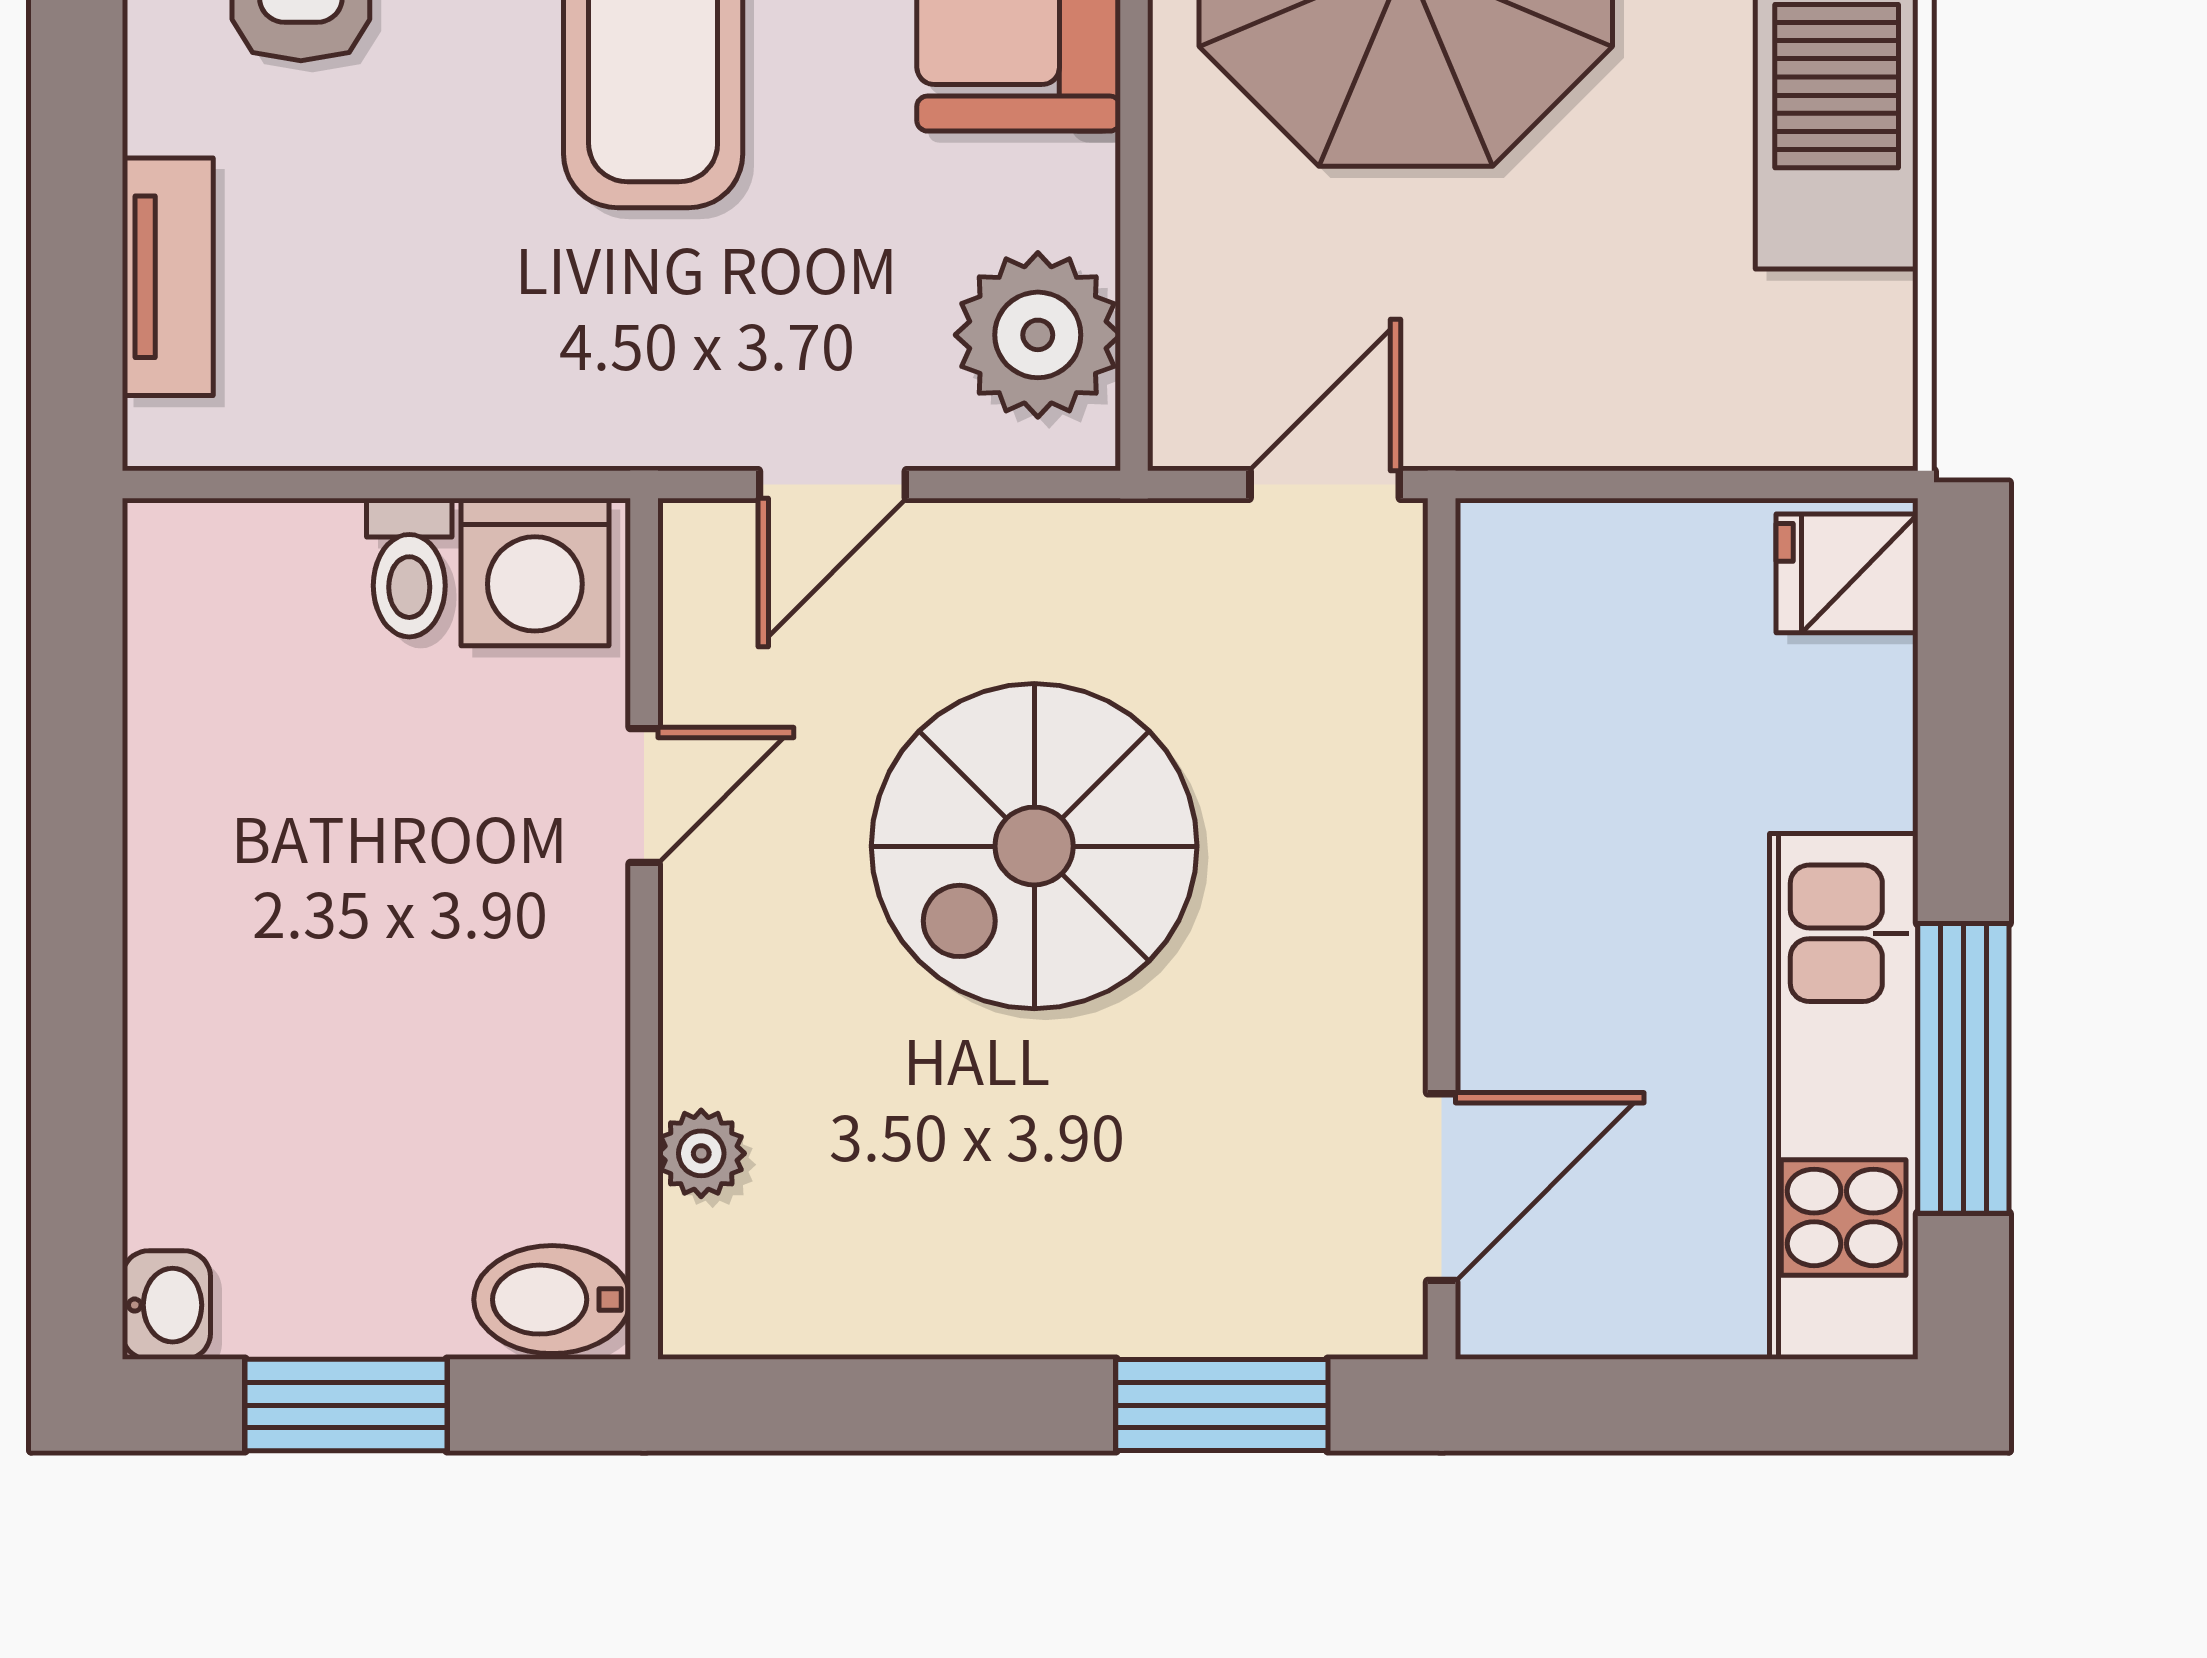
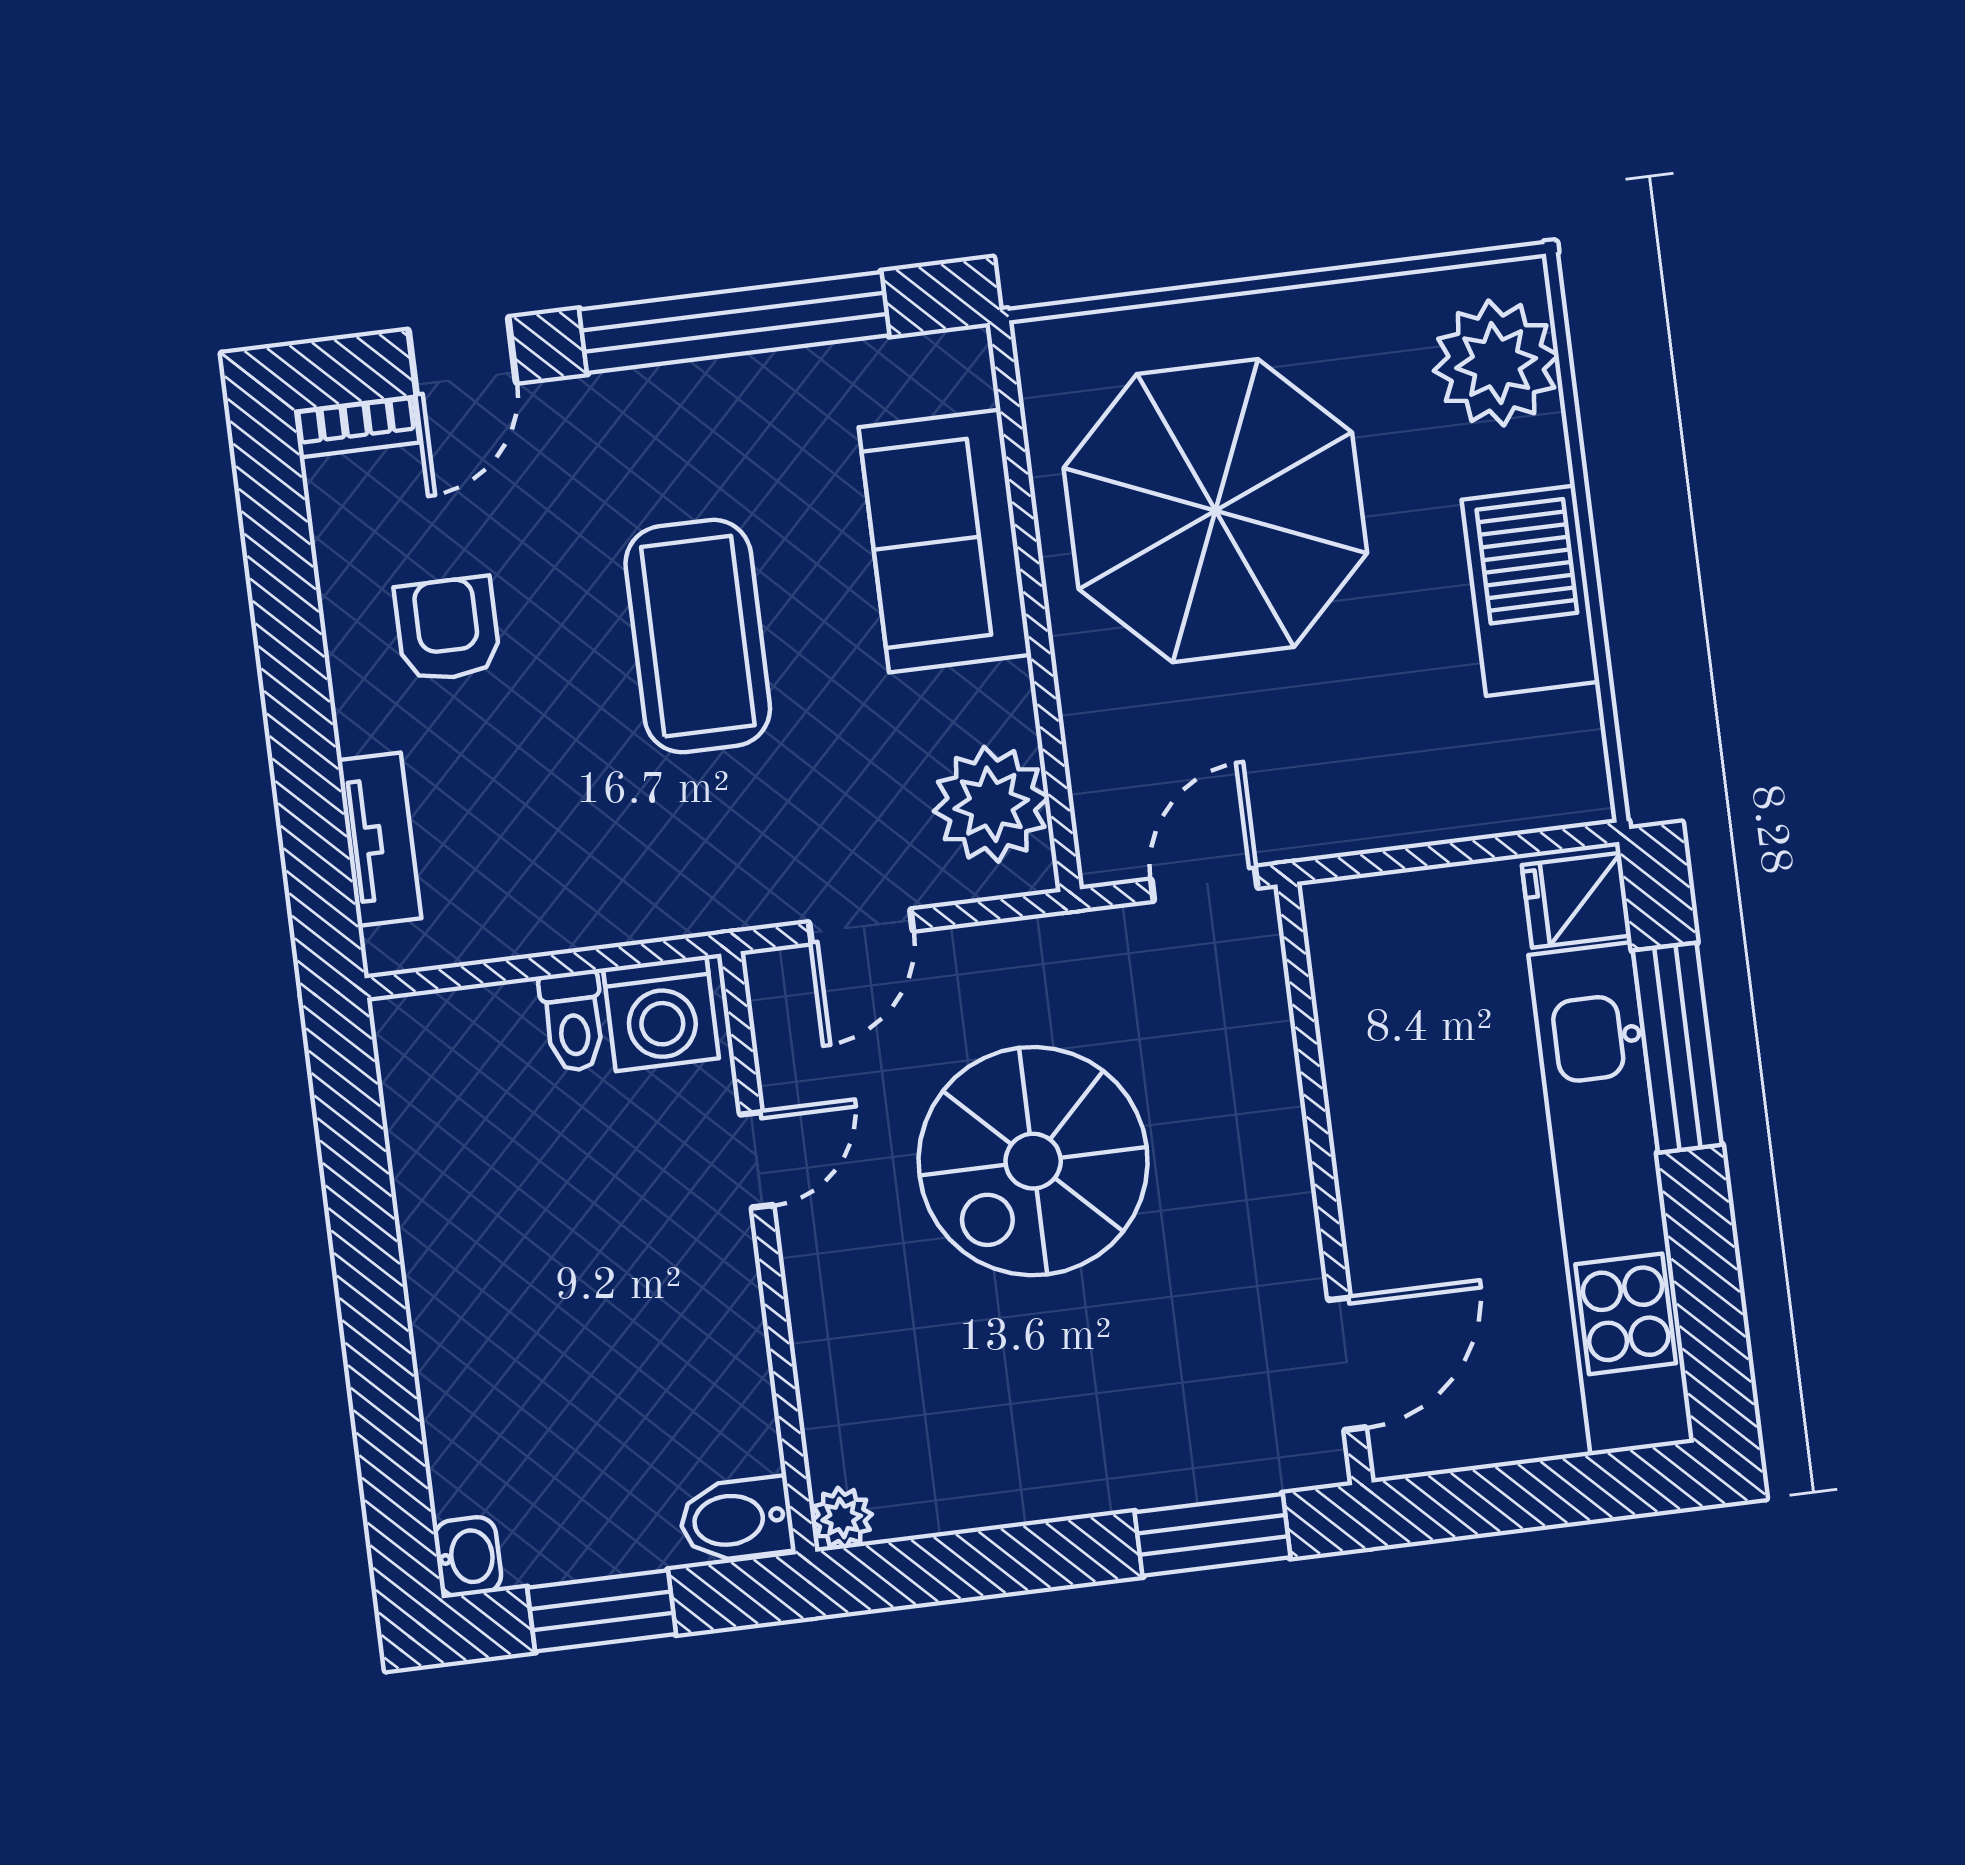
window: (1963, 1068) -> (1677, 1048), moved
kitchen unit: (1844, 1096) -> (1611, 1199), width x1.36
plant: (701, 1153) -> (842, 1518), moved

